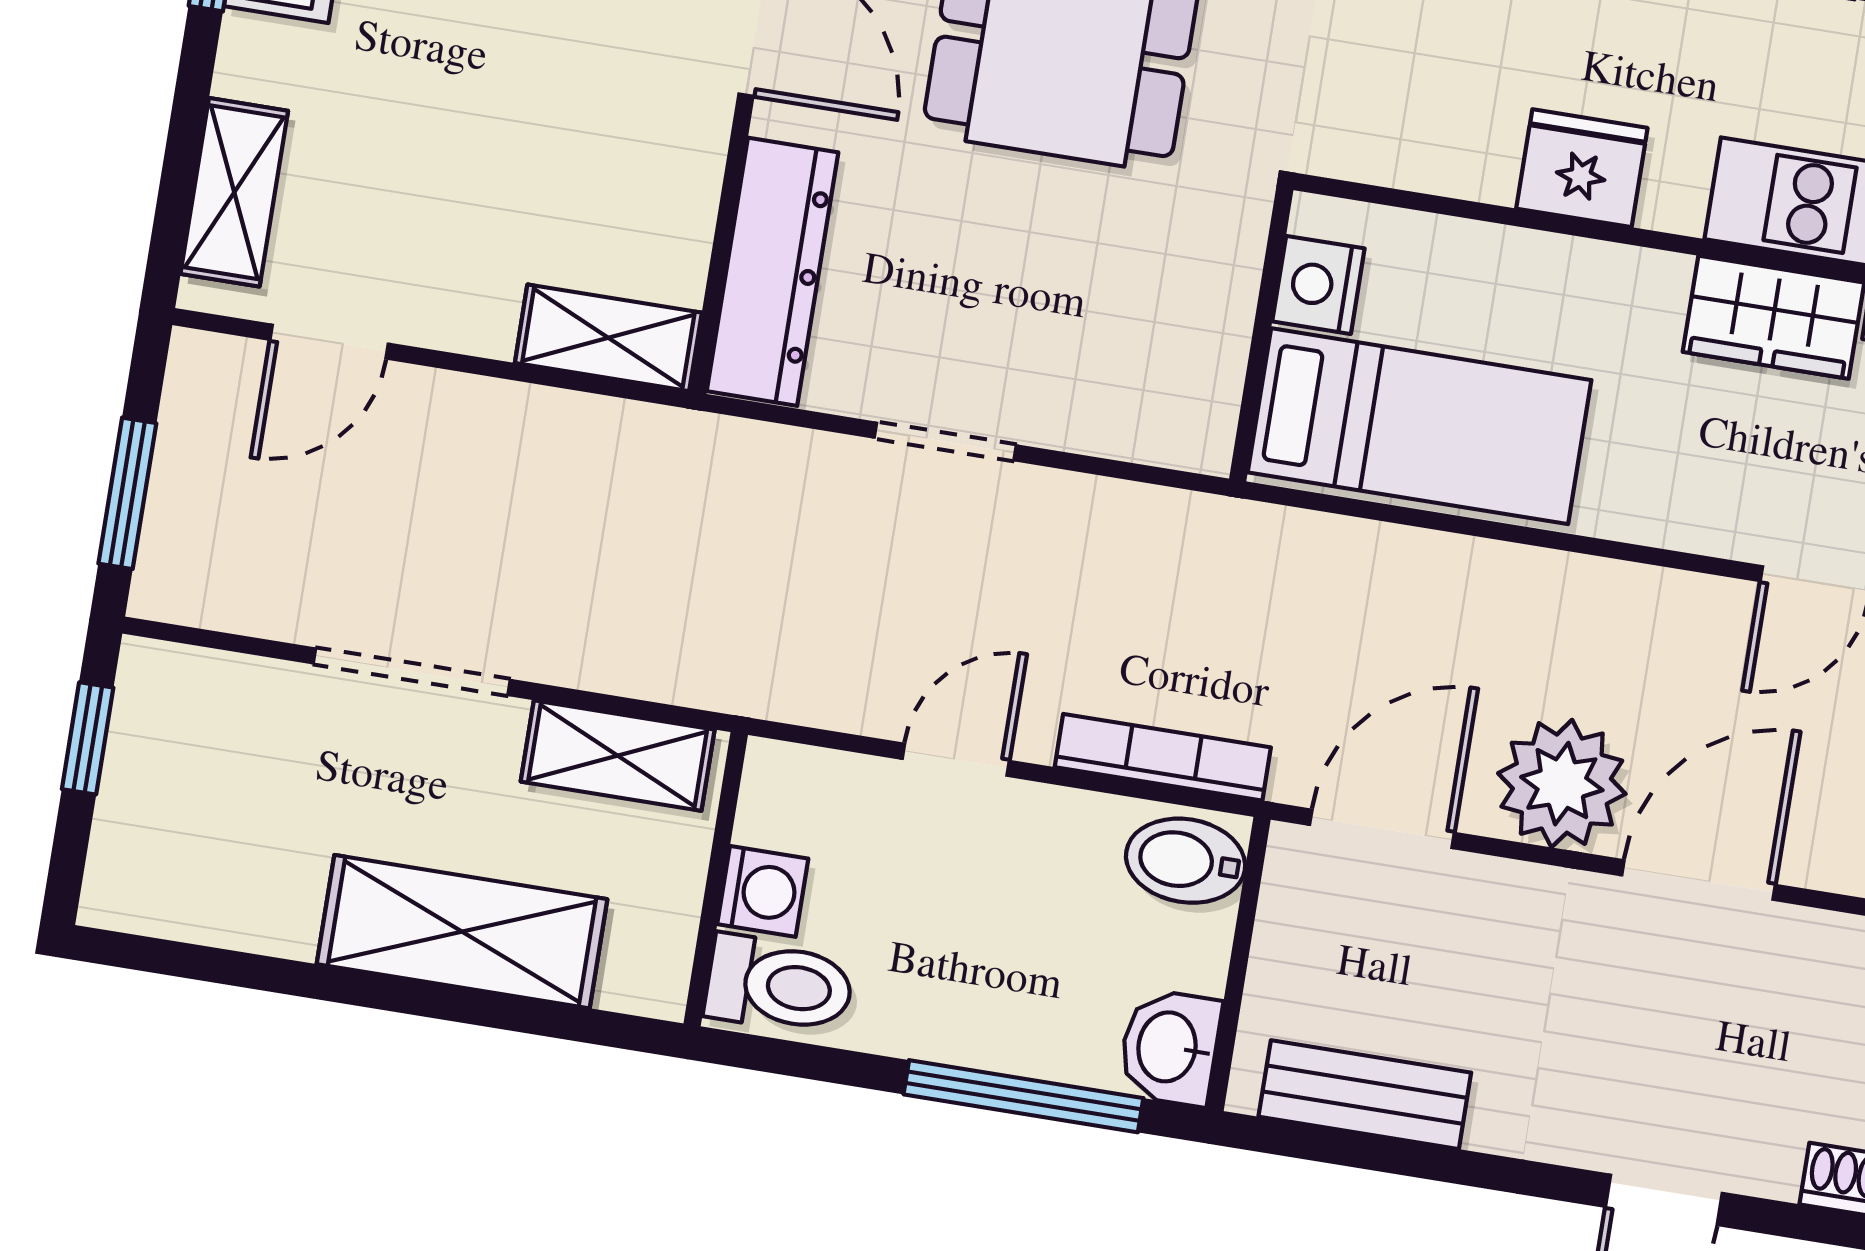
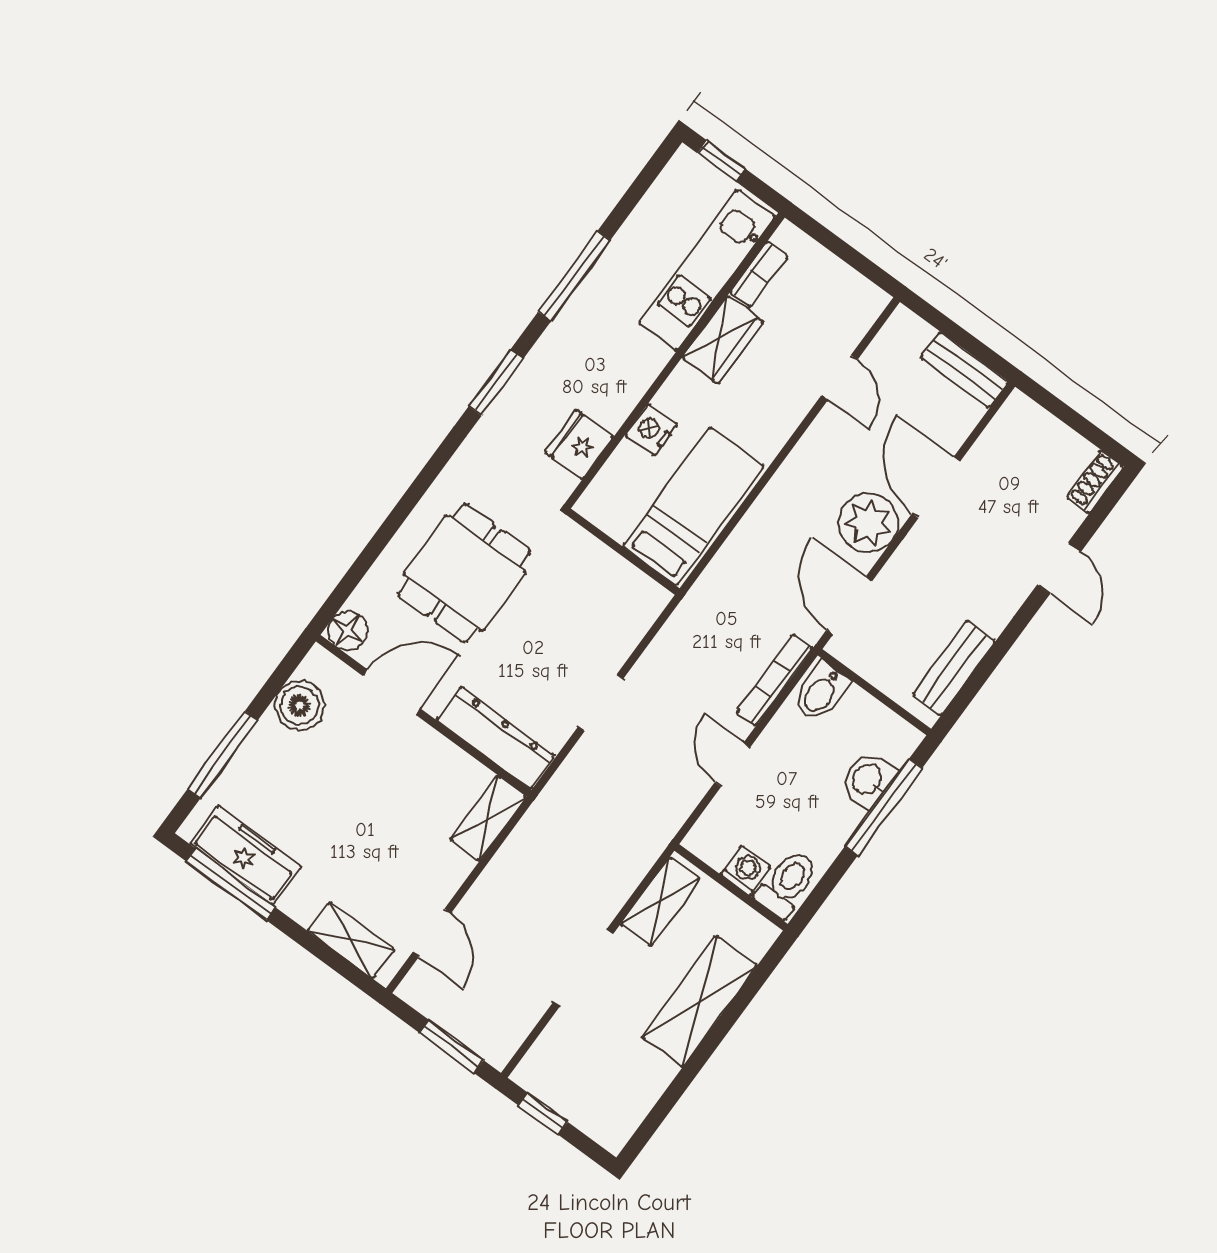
fridge: (1582, 168) -> (579, 445), moved
nightstand: (1318, 285) -> (651, 430), moved, turned 90
washbasin: (1170, 1047) -> (868, 779), moved, turned 90

